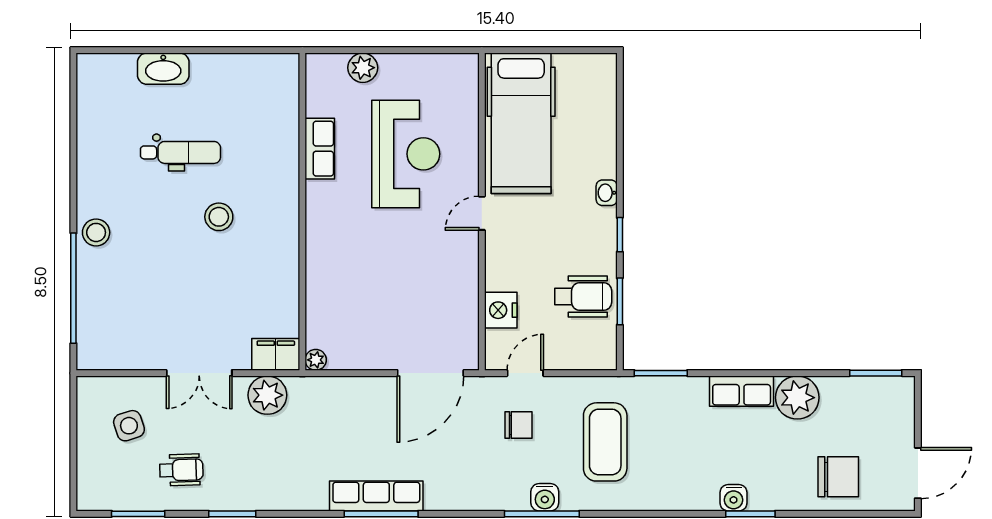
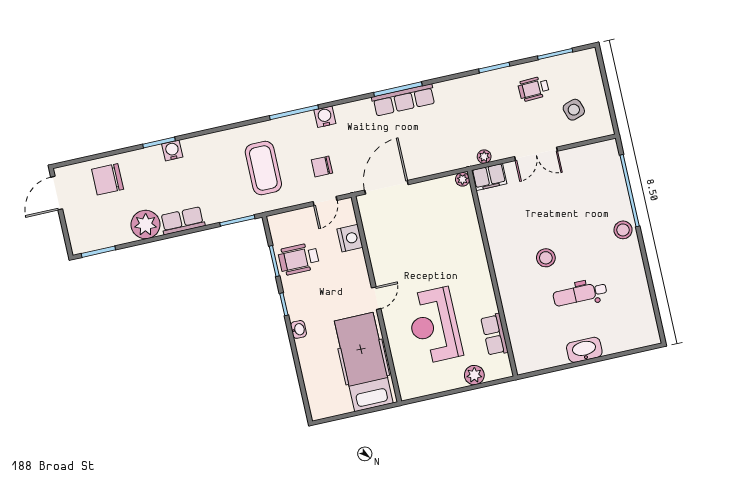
washbasin: (163, 69) -> (584, 350), moved
row of seats: (320, 149) -> (494, 335), moved
double door: (199, 373) -> (536, 154), swing flipped
plant: (267, 395) -> (484, 157), width x0.53, depth x0.53
water cooler: (545, 497) -> (325, 117), moved

